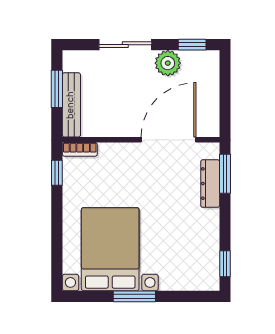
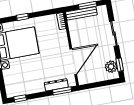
plant: (168, 63) -> (111, 67), moved
door: (169, 140) -> (73, 62), hinge flipped
window: (57, 173) -> (23, 17), moved

